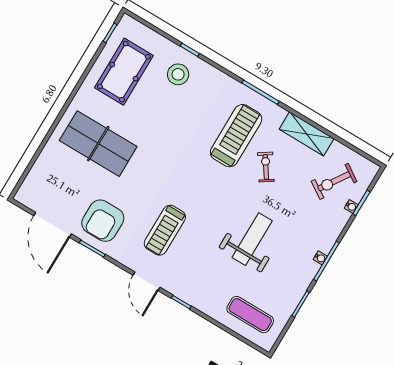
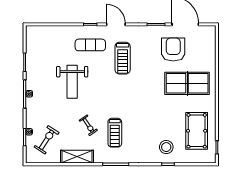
treadmill: (236, 136) -> (115, 133), width x0.73, depth x0.73
armchair: (103, 221) -> (173, 50), moved
treadmill: (165, 230) -> (123, 58), turned 180
exercise mat: (250, 315) -> (90, 45), moved

